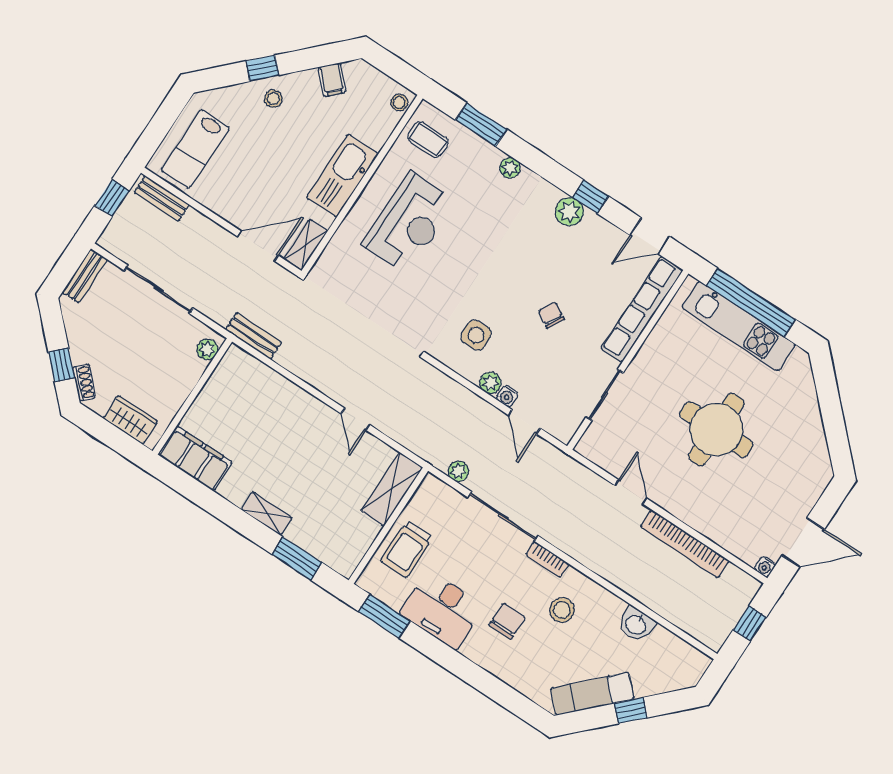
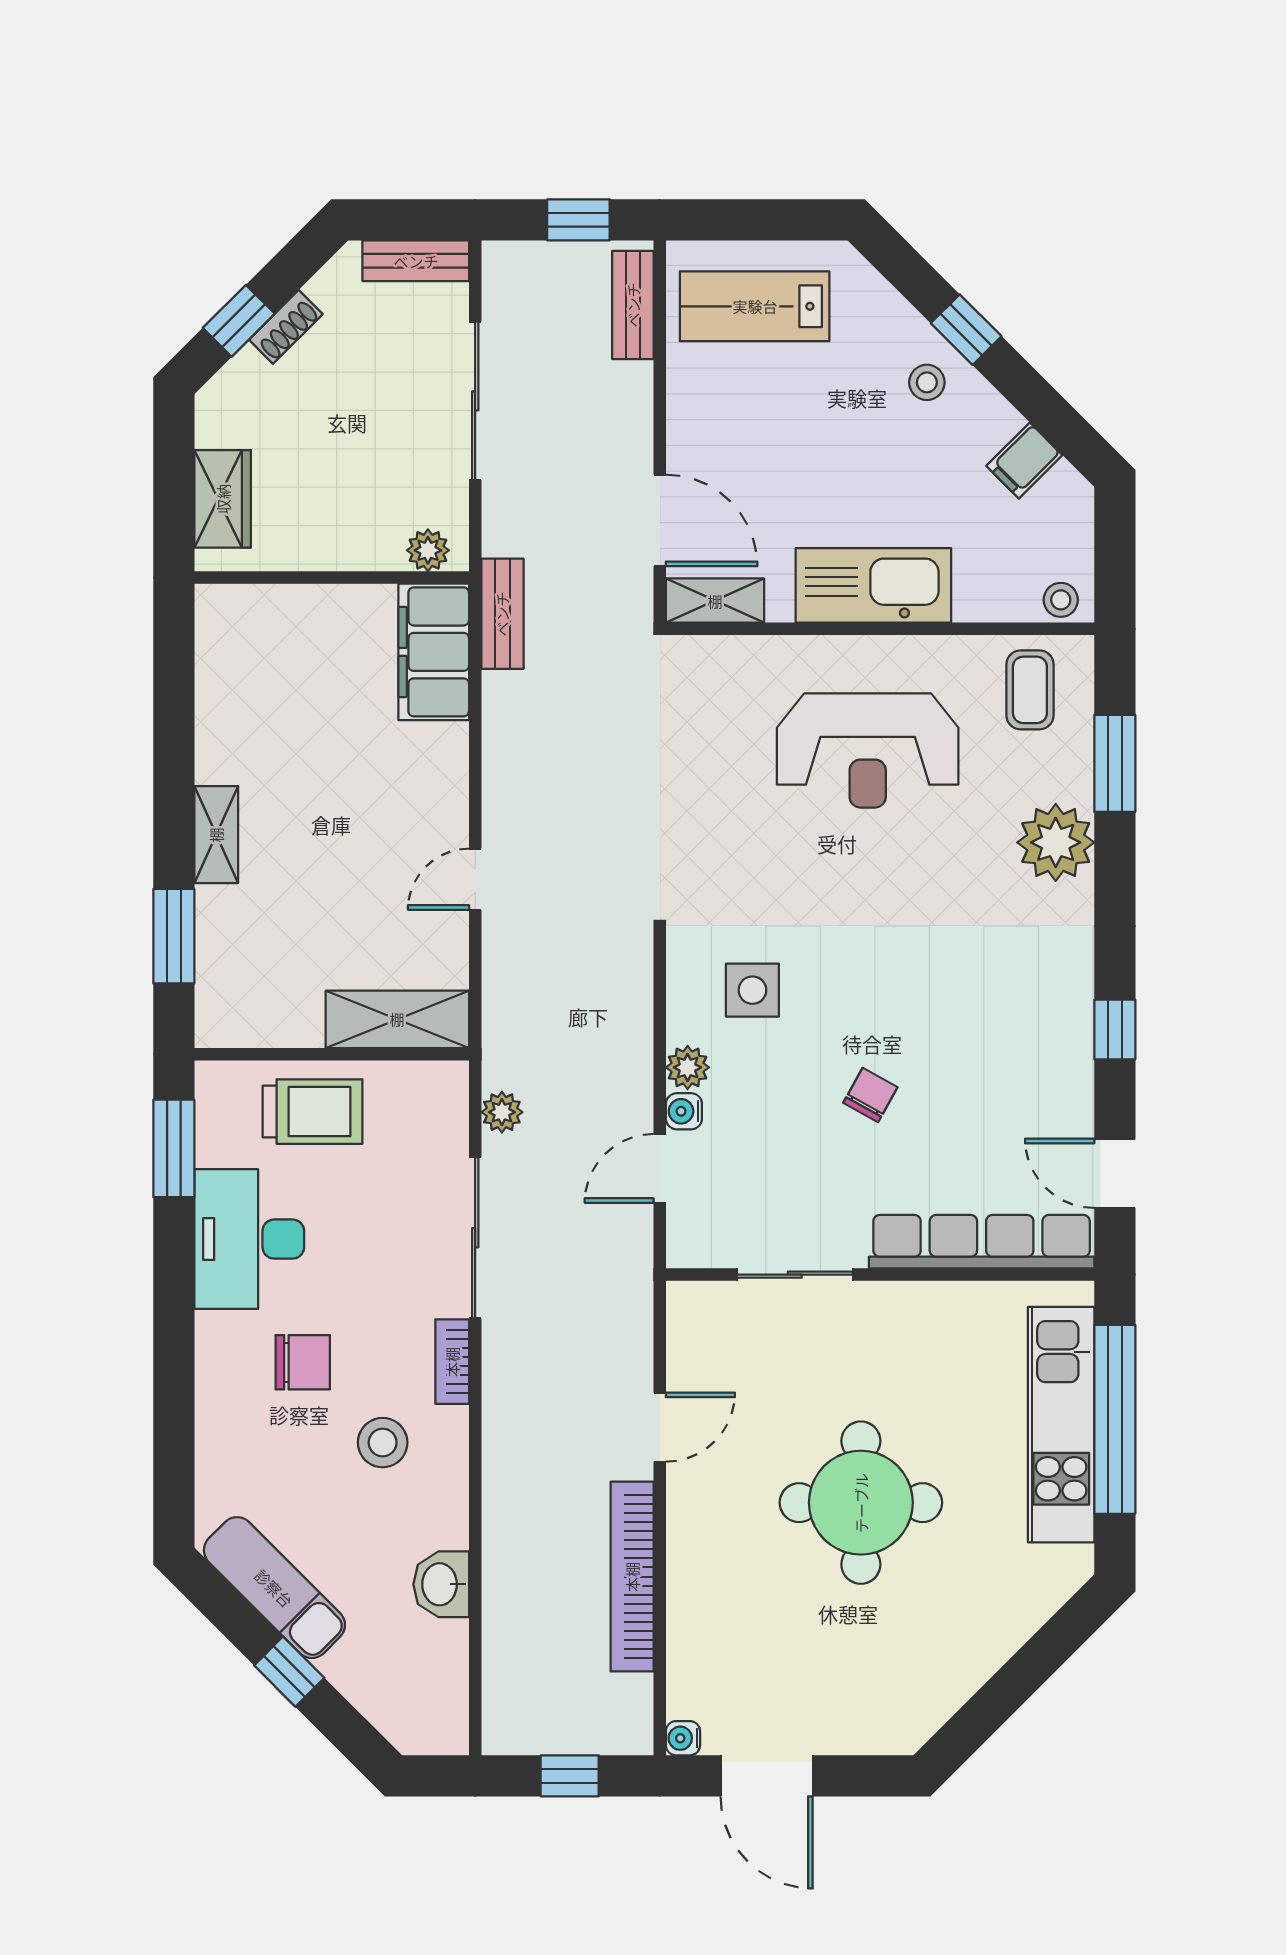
plant: (510, 168) -> (1056, 842), width x1.88, depth x1.88
plant: (569, 212) -> (1066, 1010), removed
shoe rack: (84, 383) -> (286, 327), moved
filing cabinet: (195, 458) -> (434, 652), moved, turned 180
trolley: (407, 549) -> (313, 1112), turned 180

